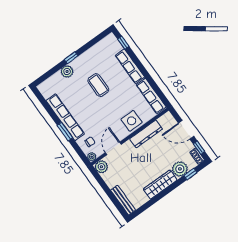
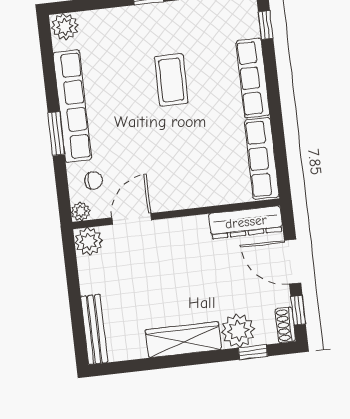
plant: (67, 72) -> (65, 27), moved
side table: (132, 121) -> (197, 185), removed
dresser: (146, 134) -> (246, 222), moved

